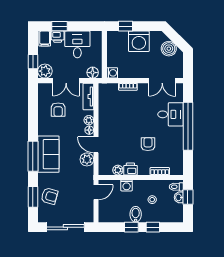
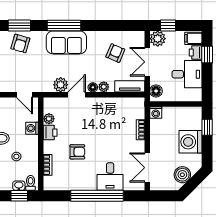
armchair: (58, 110) -> (115, 53), turned 113

